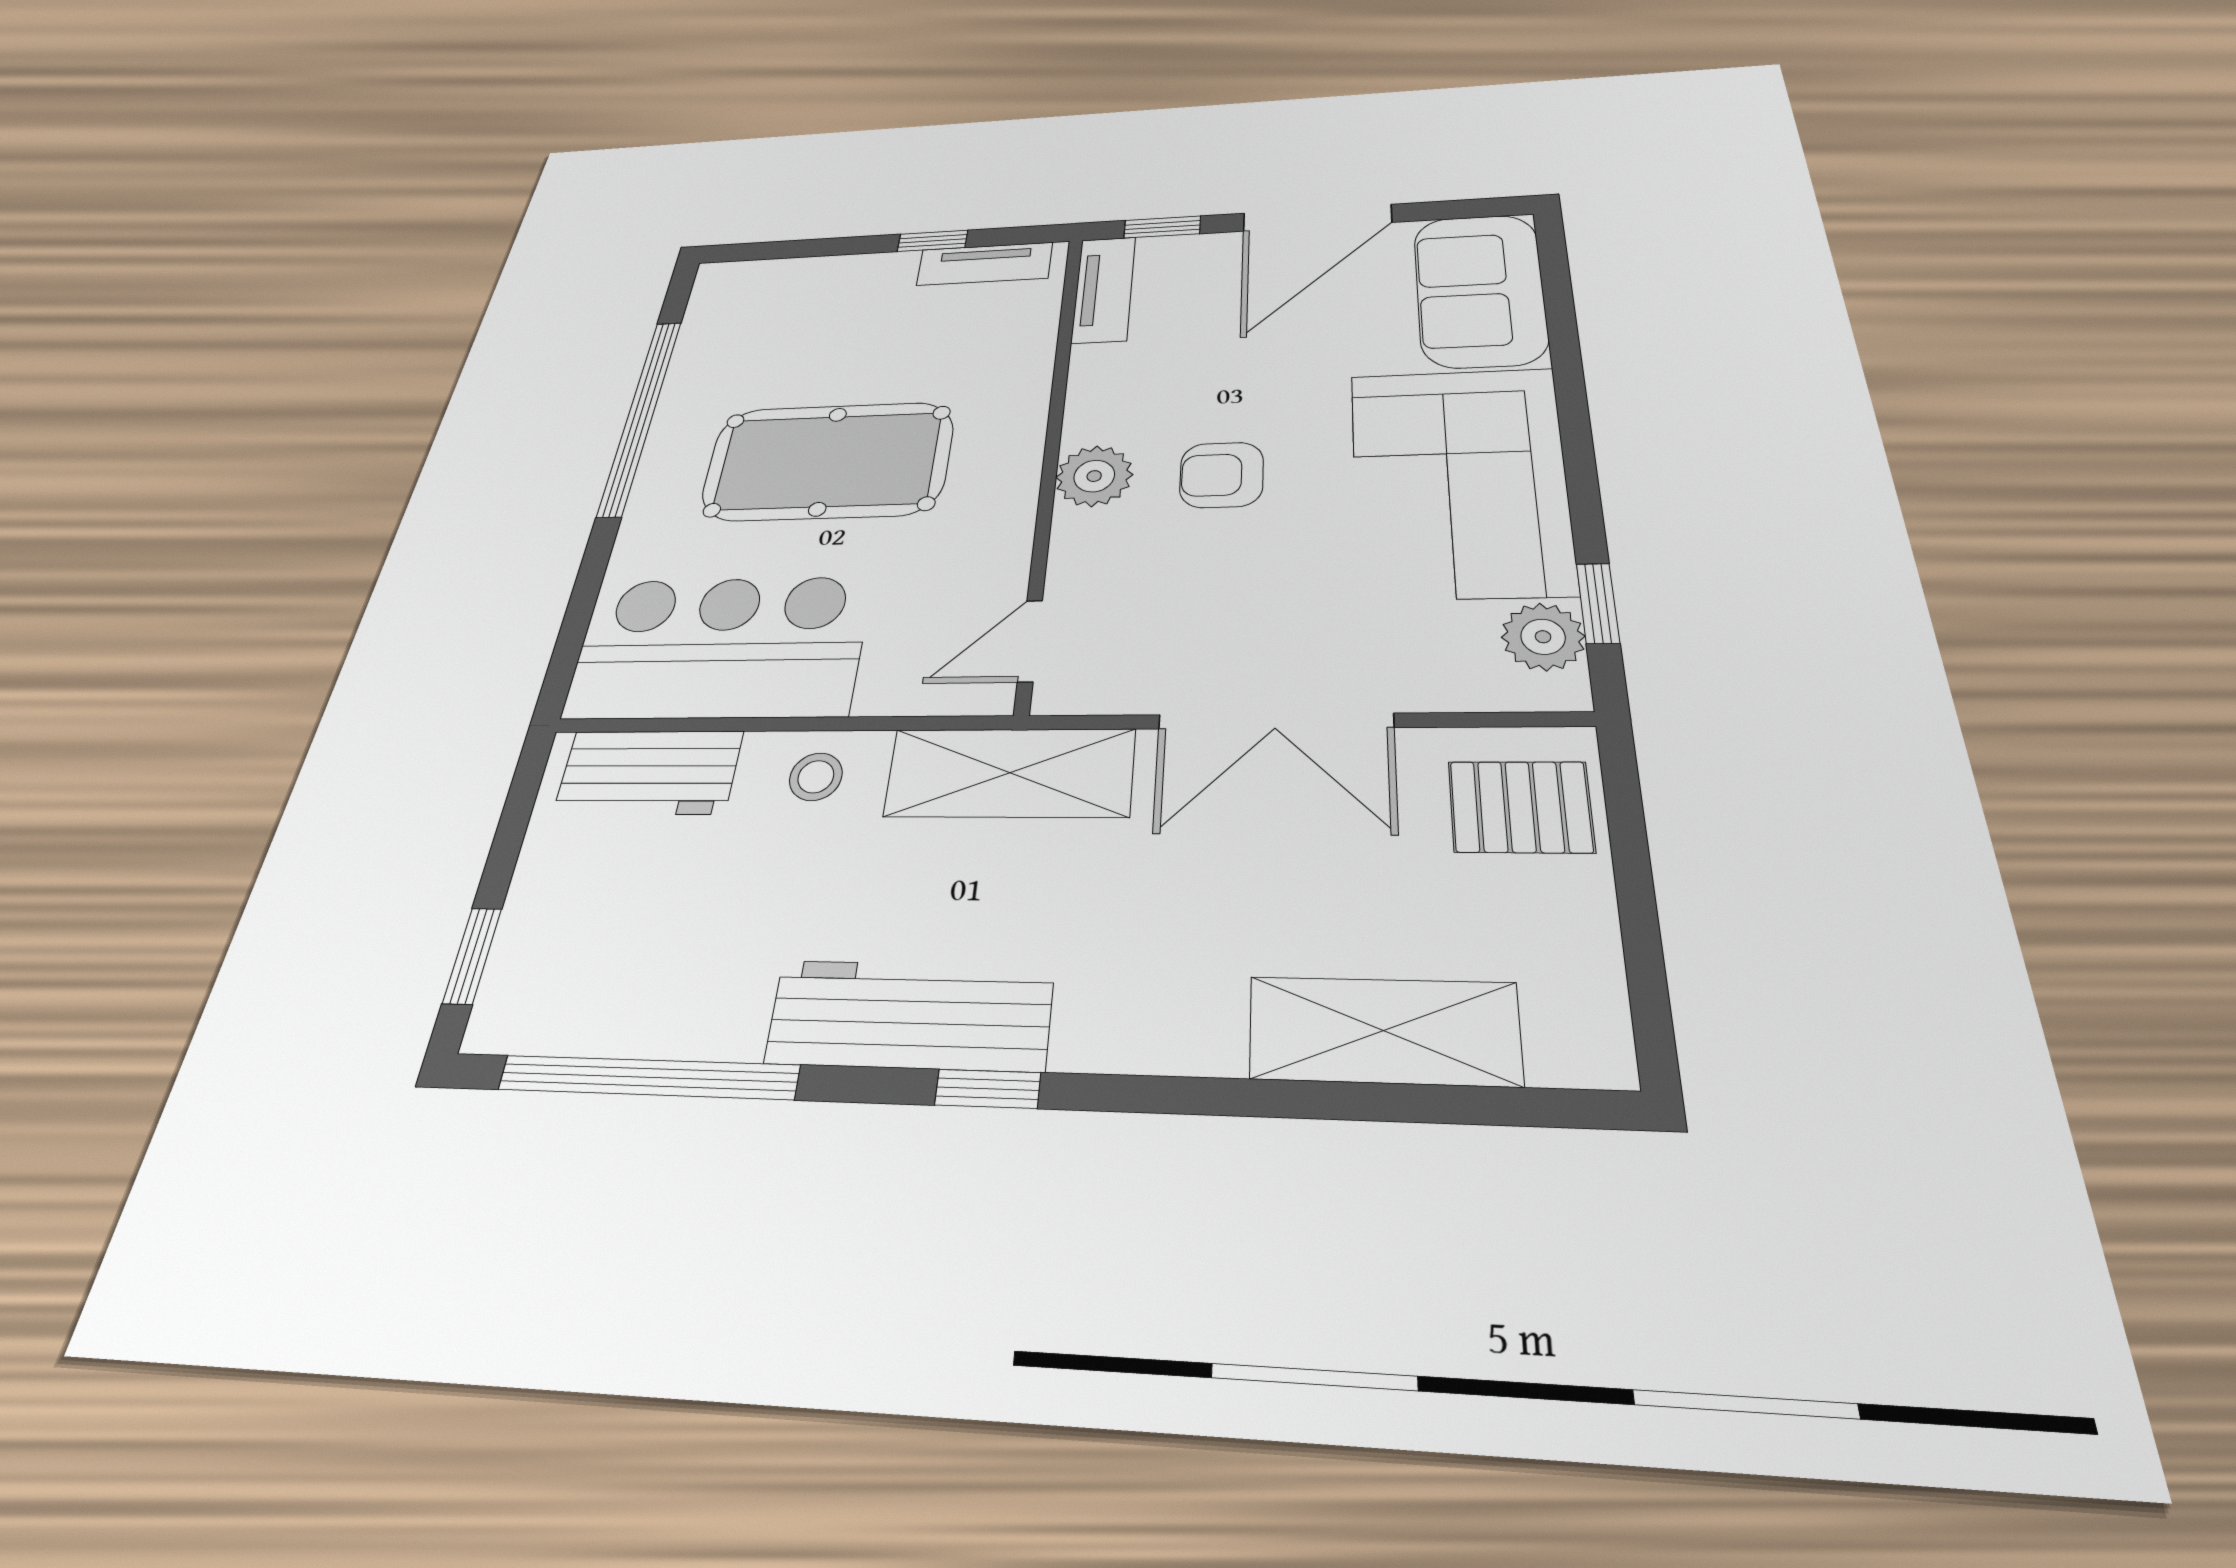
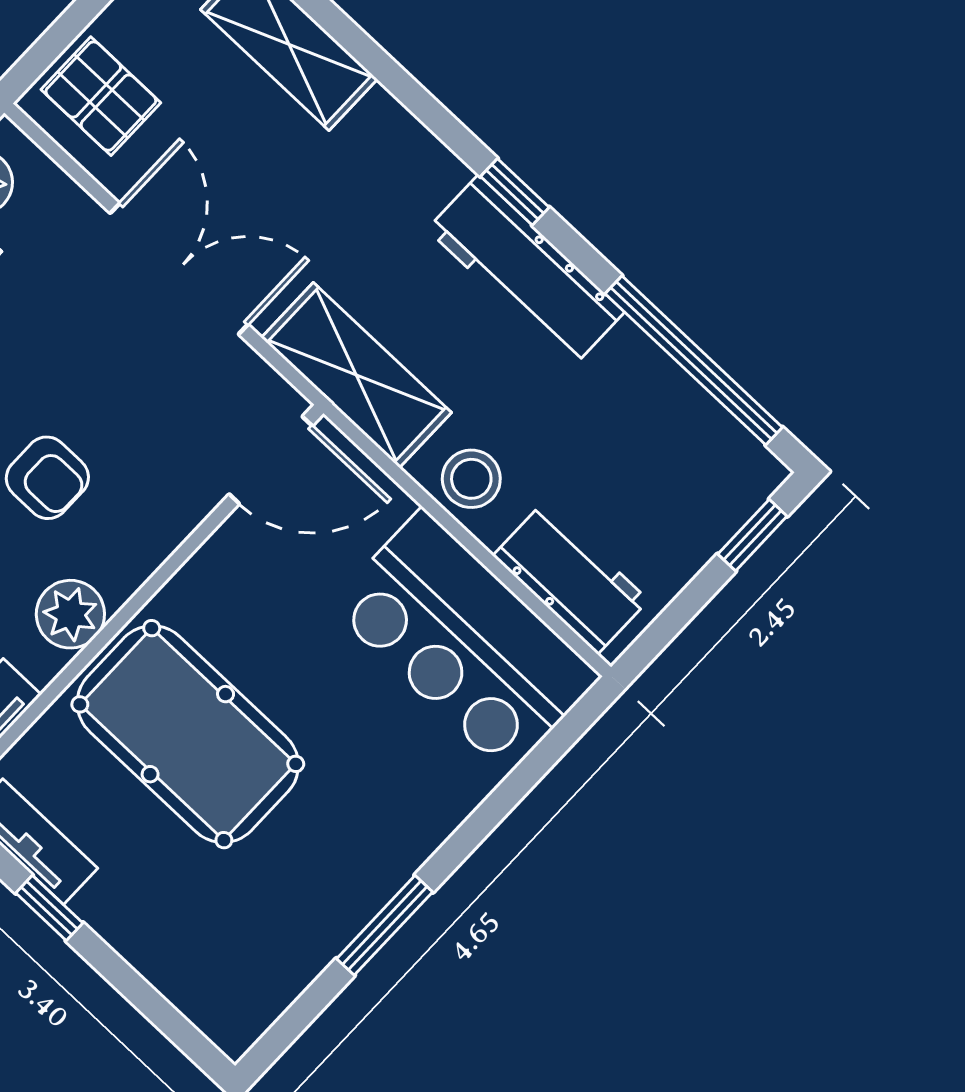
window: (640, 416) -> (385, 925), width x0.47
pool table: (828, 461) -> (188, 734), moved
plant: (1094, 476) -> (70, 614), moved
door: (1030, 641) -> (271, 460), width x1.38
stool: (816, 777) -> (471, 479), width x1.37, depth x1.37

